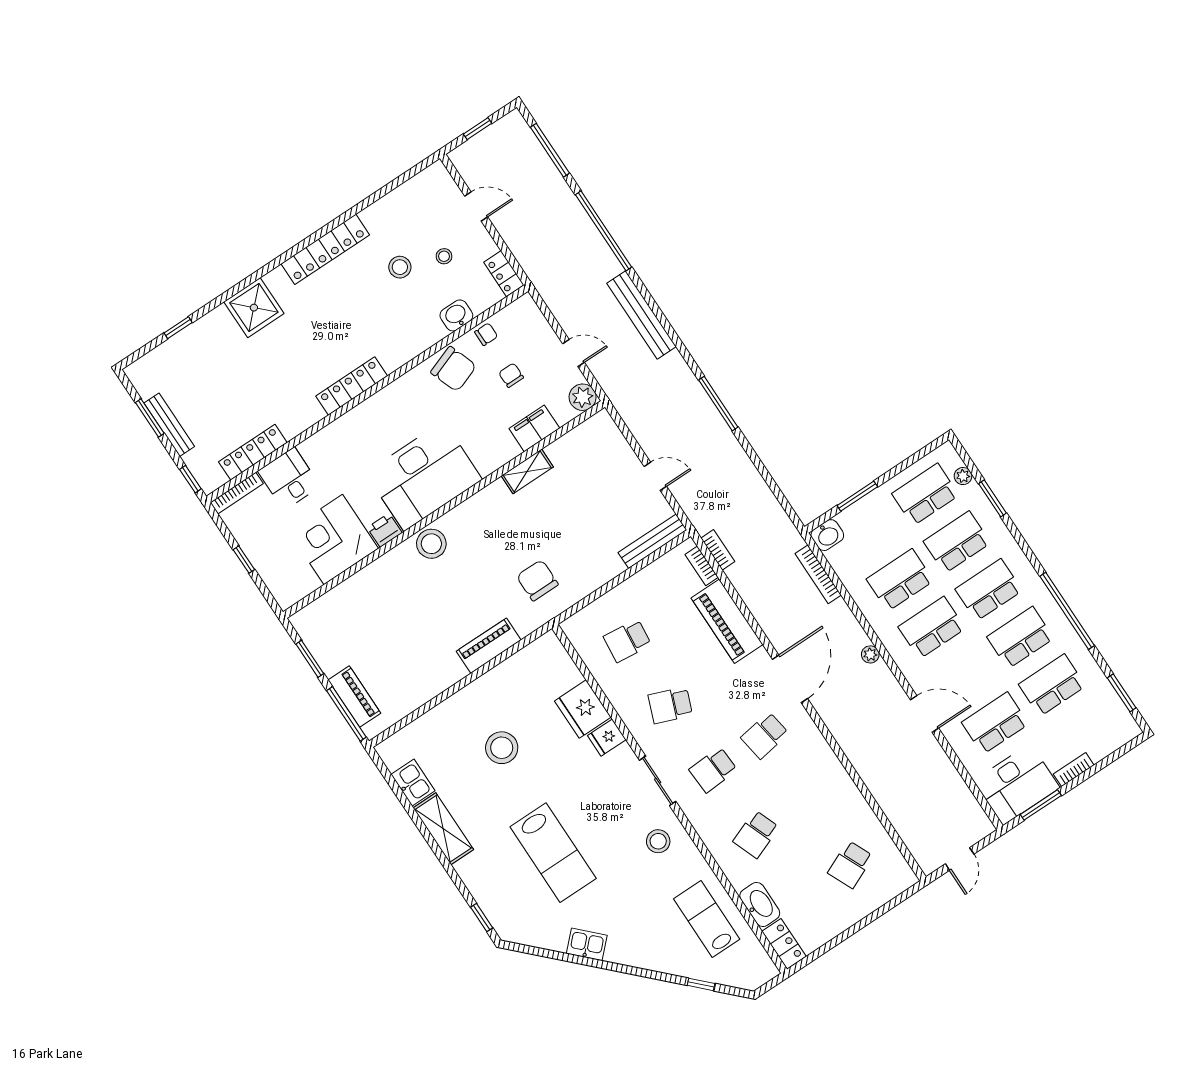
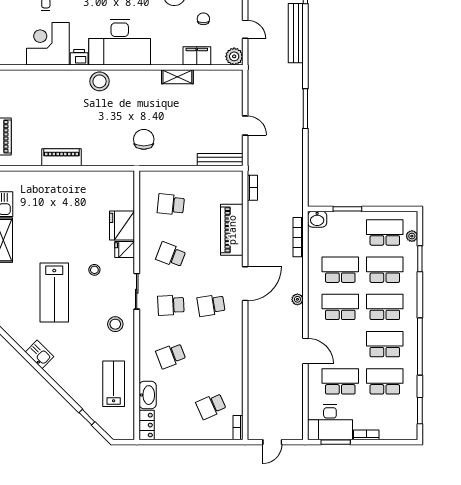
bookcase: (702, 566) -> (238, 428), moved
piano: (489, 646) -> (62, 157), moved
stool: (502, 748) -> (94, 270), moved, width x0.53, depth x0.53

